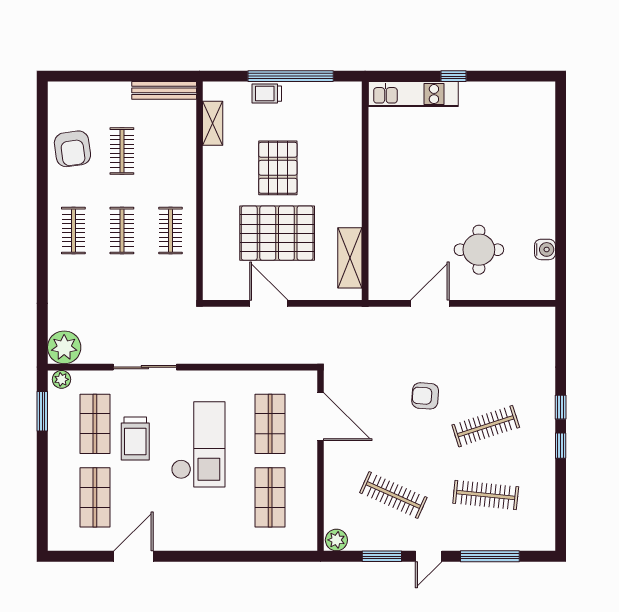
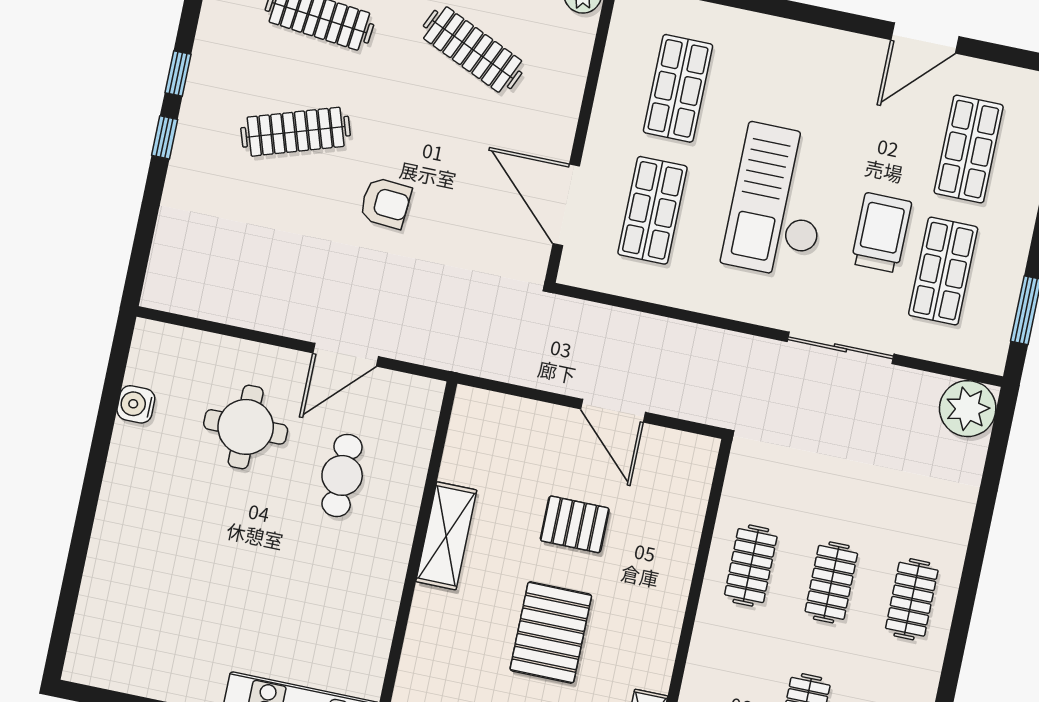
pallet: (277, 233) -> (575, 524), width x0.49, depth x0.50
cafe table: (417, 233) -> (342, 475), added
shelving: (350, 258) -> (446, 536), moved
plant: (61, 379) -> (983, 356), removed

